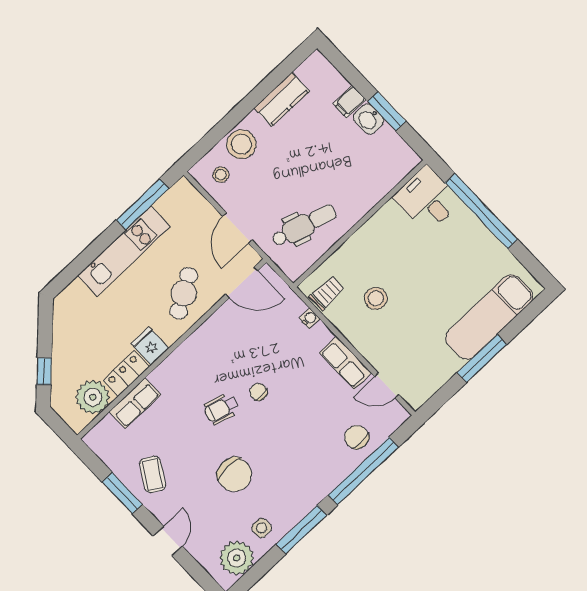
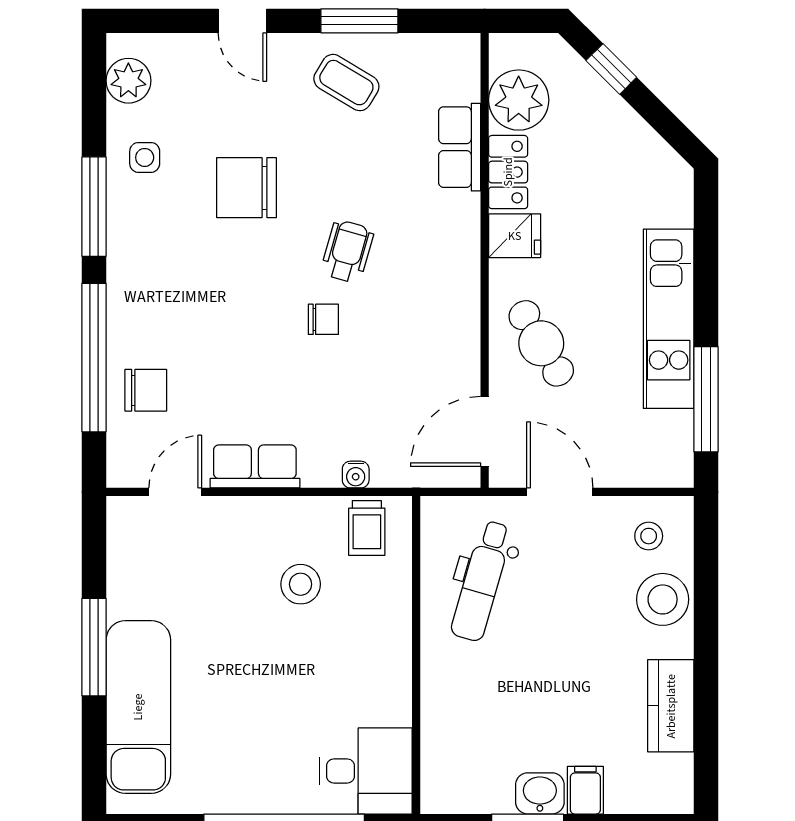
plant: (237, 558) -> (128, 81), width x0.73, depth x0.73

